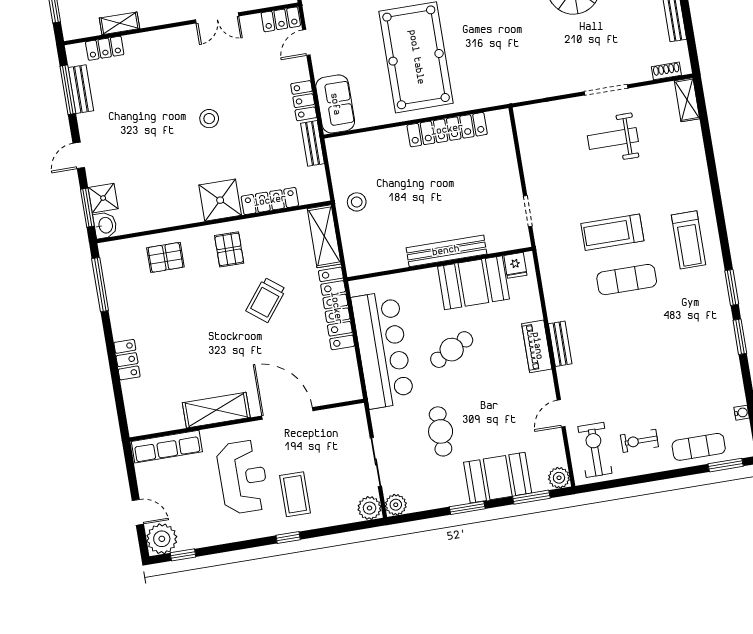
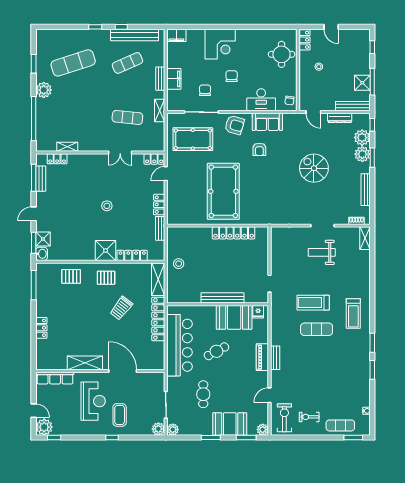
sofa: (335, 104) -> (176, 209), removed
pallet: (229, 249) -> (106, 278), turned 90

